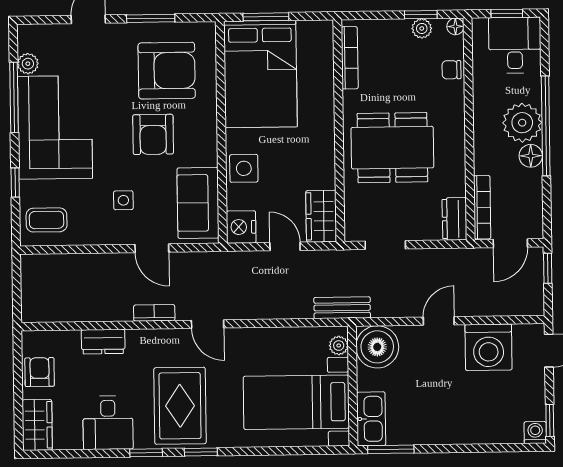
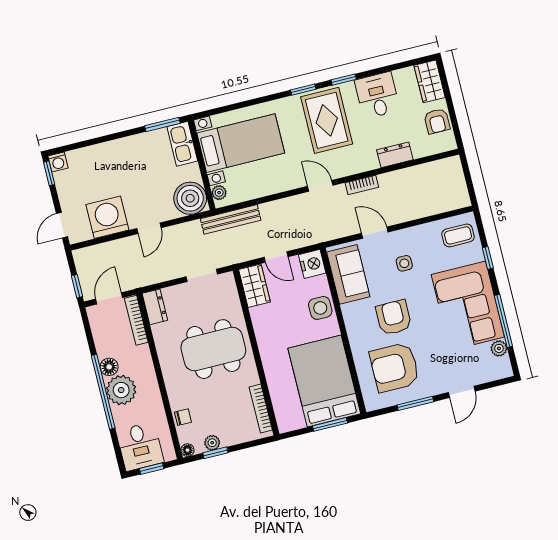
bench: (342, 308) -> (231, 219), width x1.36

